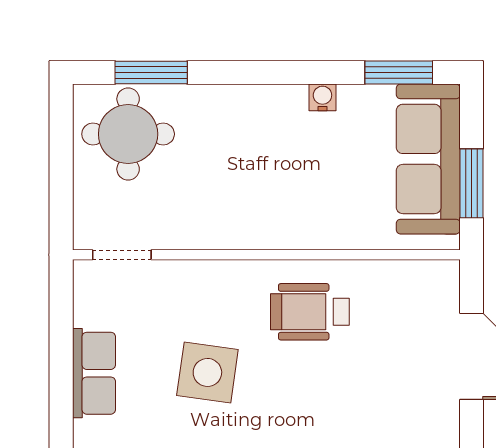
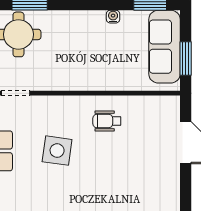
wheelchair: (310, 312) -> (107, 121), width x0.73, depth x0.73

